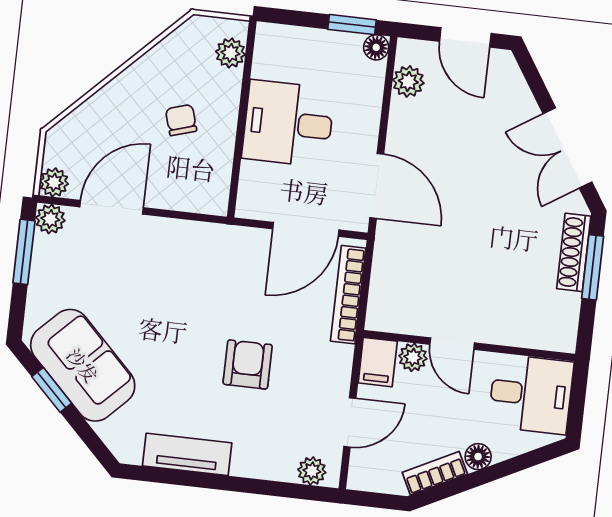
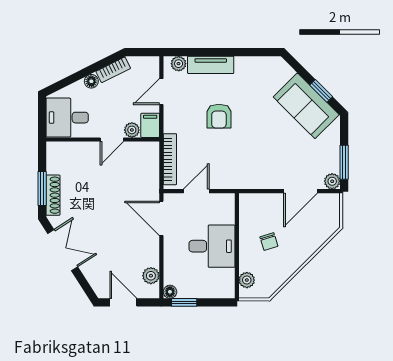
plant: (54, 182) -> (332, 201), removed
door: (306, 229) -> (196, 191), width x0.73
door: (452, 344) -> (112, 140), swing flipped
tv unit: (187, 454) -> (211, 65), moved

